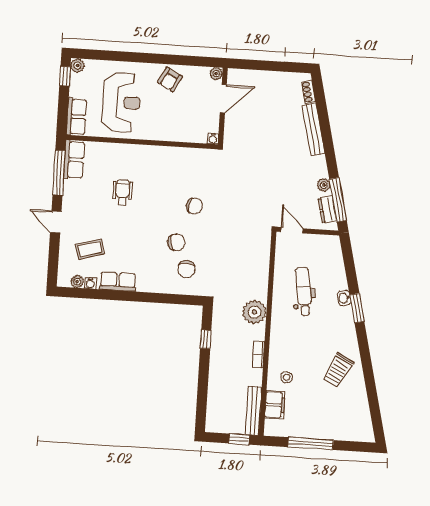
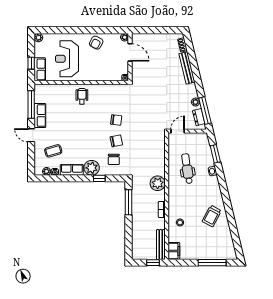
window: (65, 76) -> (31, 63), moved
door: (223, 99) -> (130, 52), hinge flipped
reception desk: (121, 102) -> (67, 59), turned 180
row of seats: (74, 160) -> (40, 116), moved
wheelchair: (122, 192) -> (82, 96), moved
door: (292, 230) -> (178, 131), hinge flipped
chair: (176, 242) -> (116, 141), moved
plant: (150, 280) -> (92, 168), added
window: (161, 298) -> (99, 178), added
window: (357, 308) -> (215, 154), moved
window: (206, 339) -> (128, 202), width x2.17
filing cabinet: (275, 405) -> (174, 251), moved
window: (311, 444) -> (212, 263), moved

